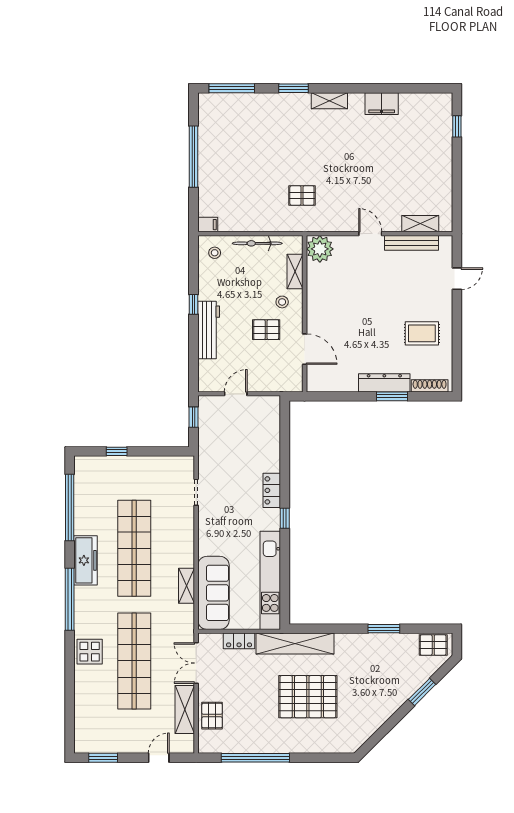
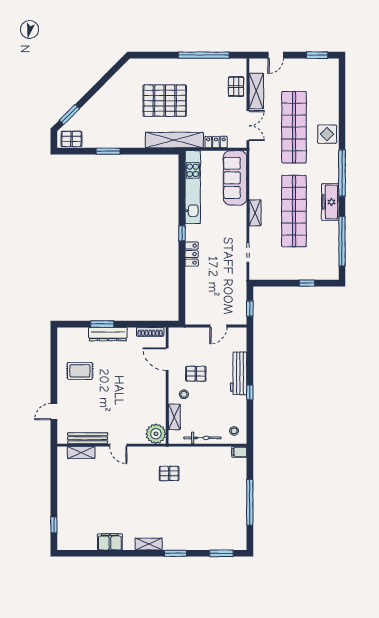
window: (232, 88) -> (221, 553), width x0.69
shoe rack: (430, 386) -> (150, 332), moved
shelving: (186, 586) -> (255, 213), moved
window: (422, 692) -> (69, 115), moved

